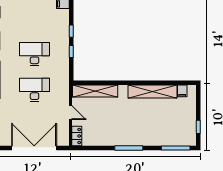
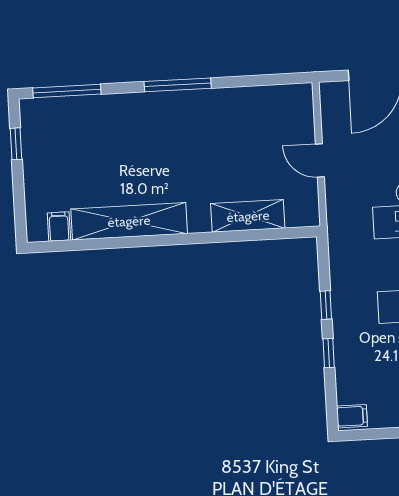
shelving: (95, 91) -> (248, 216), width x0.68
locker: (77, 136) -> (302, 106), removed

